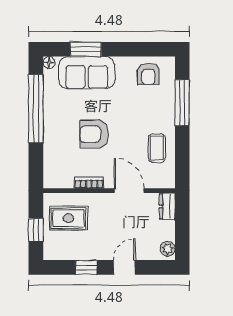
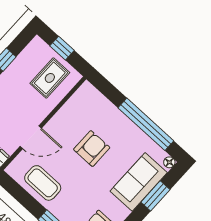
coffee table: (157, 148) -> (43, 183), width x1.36, depth x1.30
bookcase: (89, 183) -> (62, 114), removed

